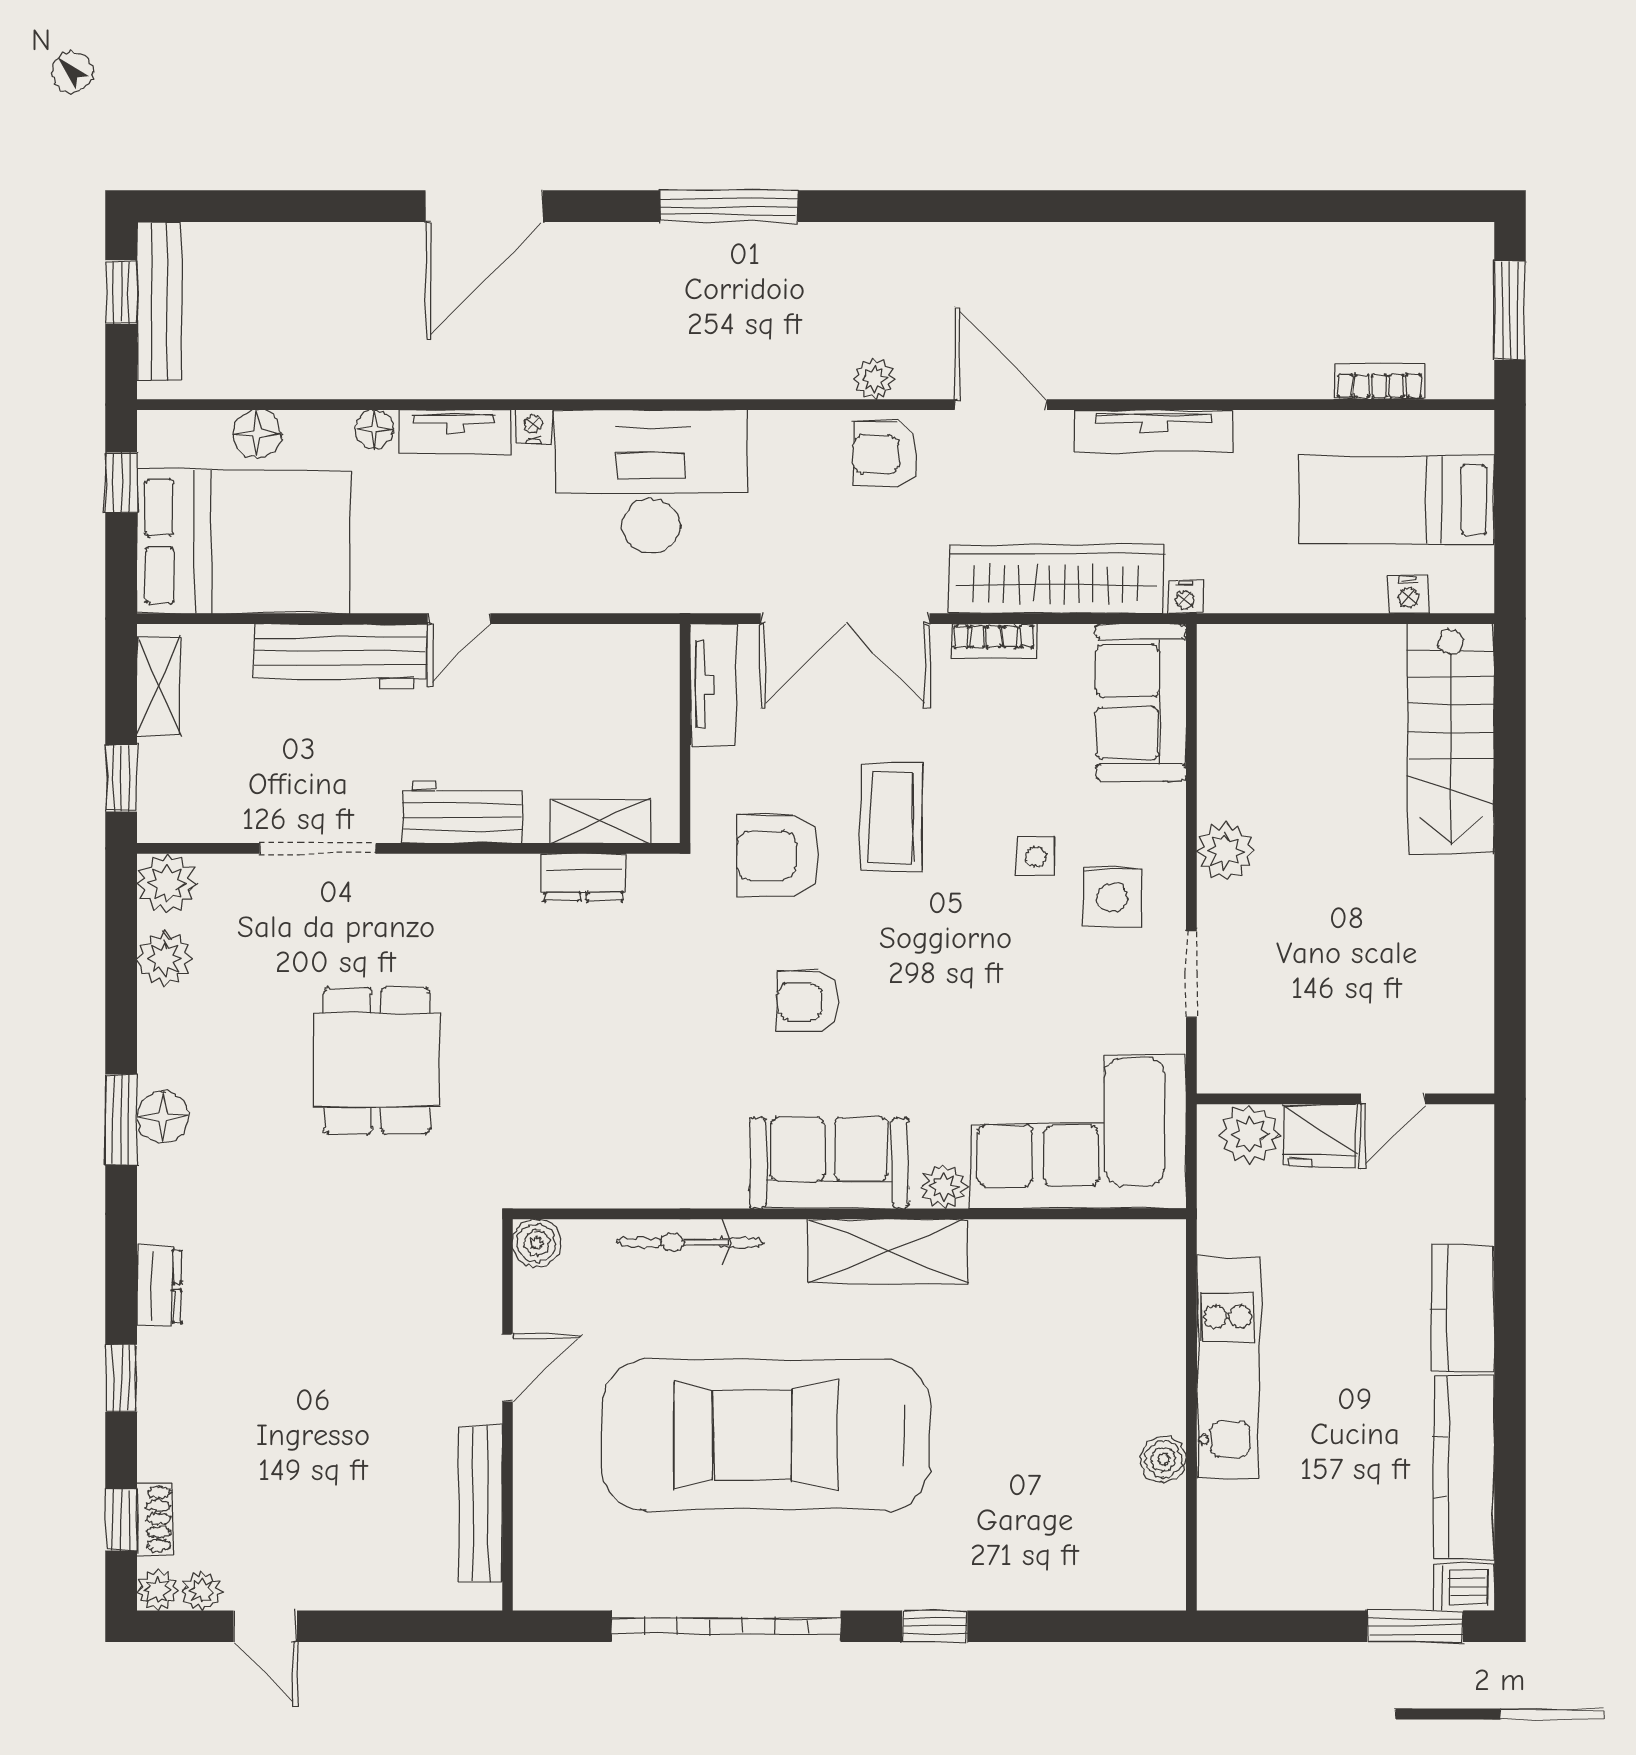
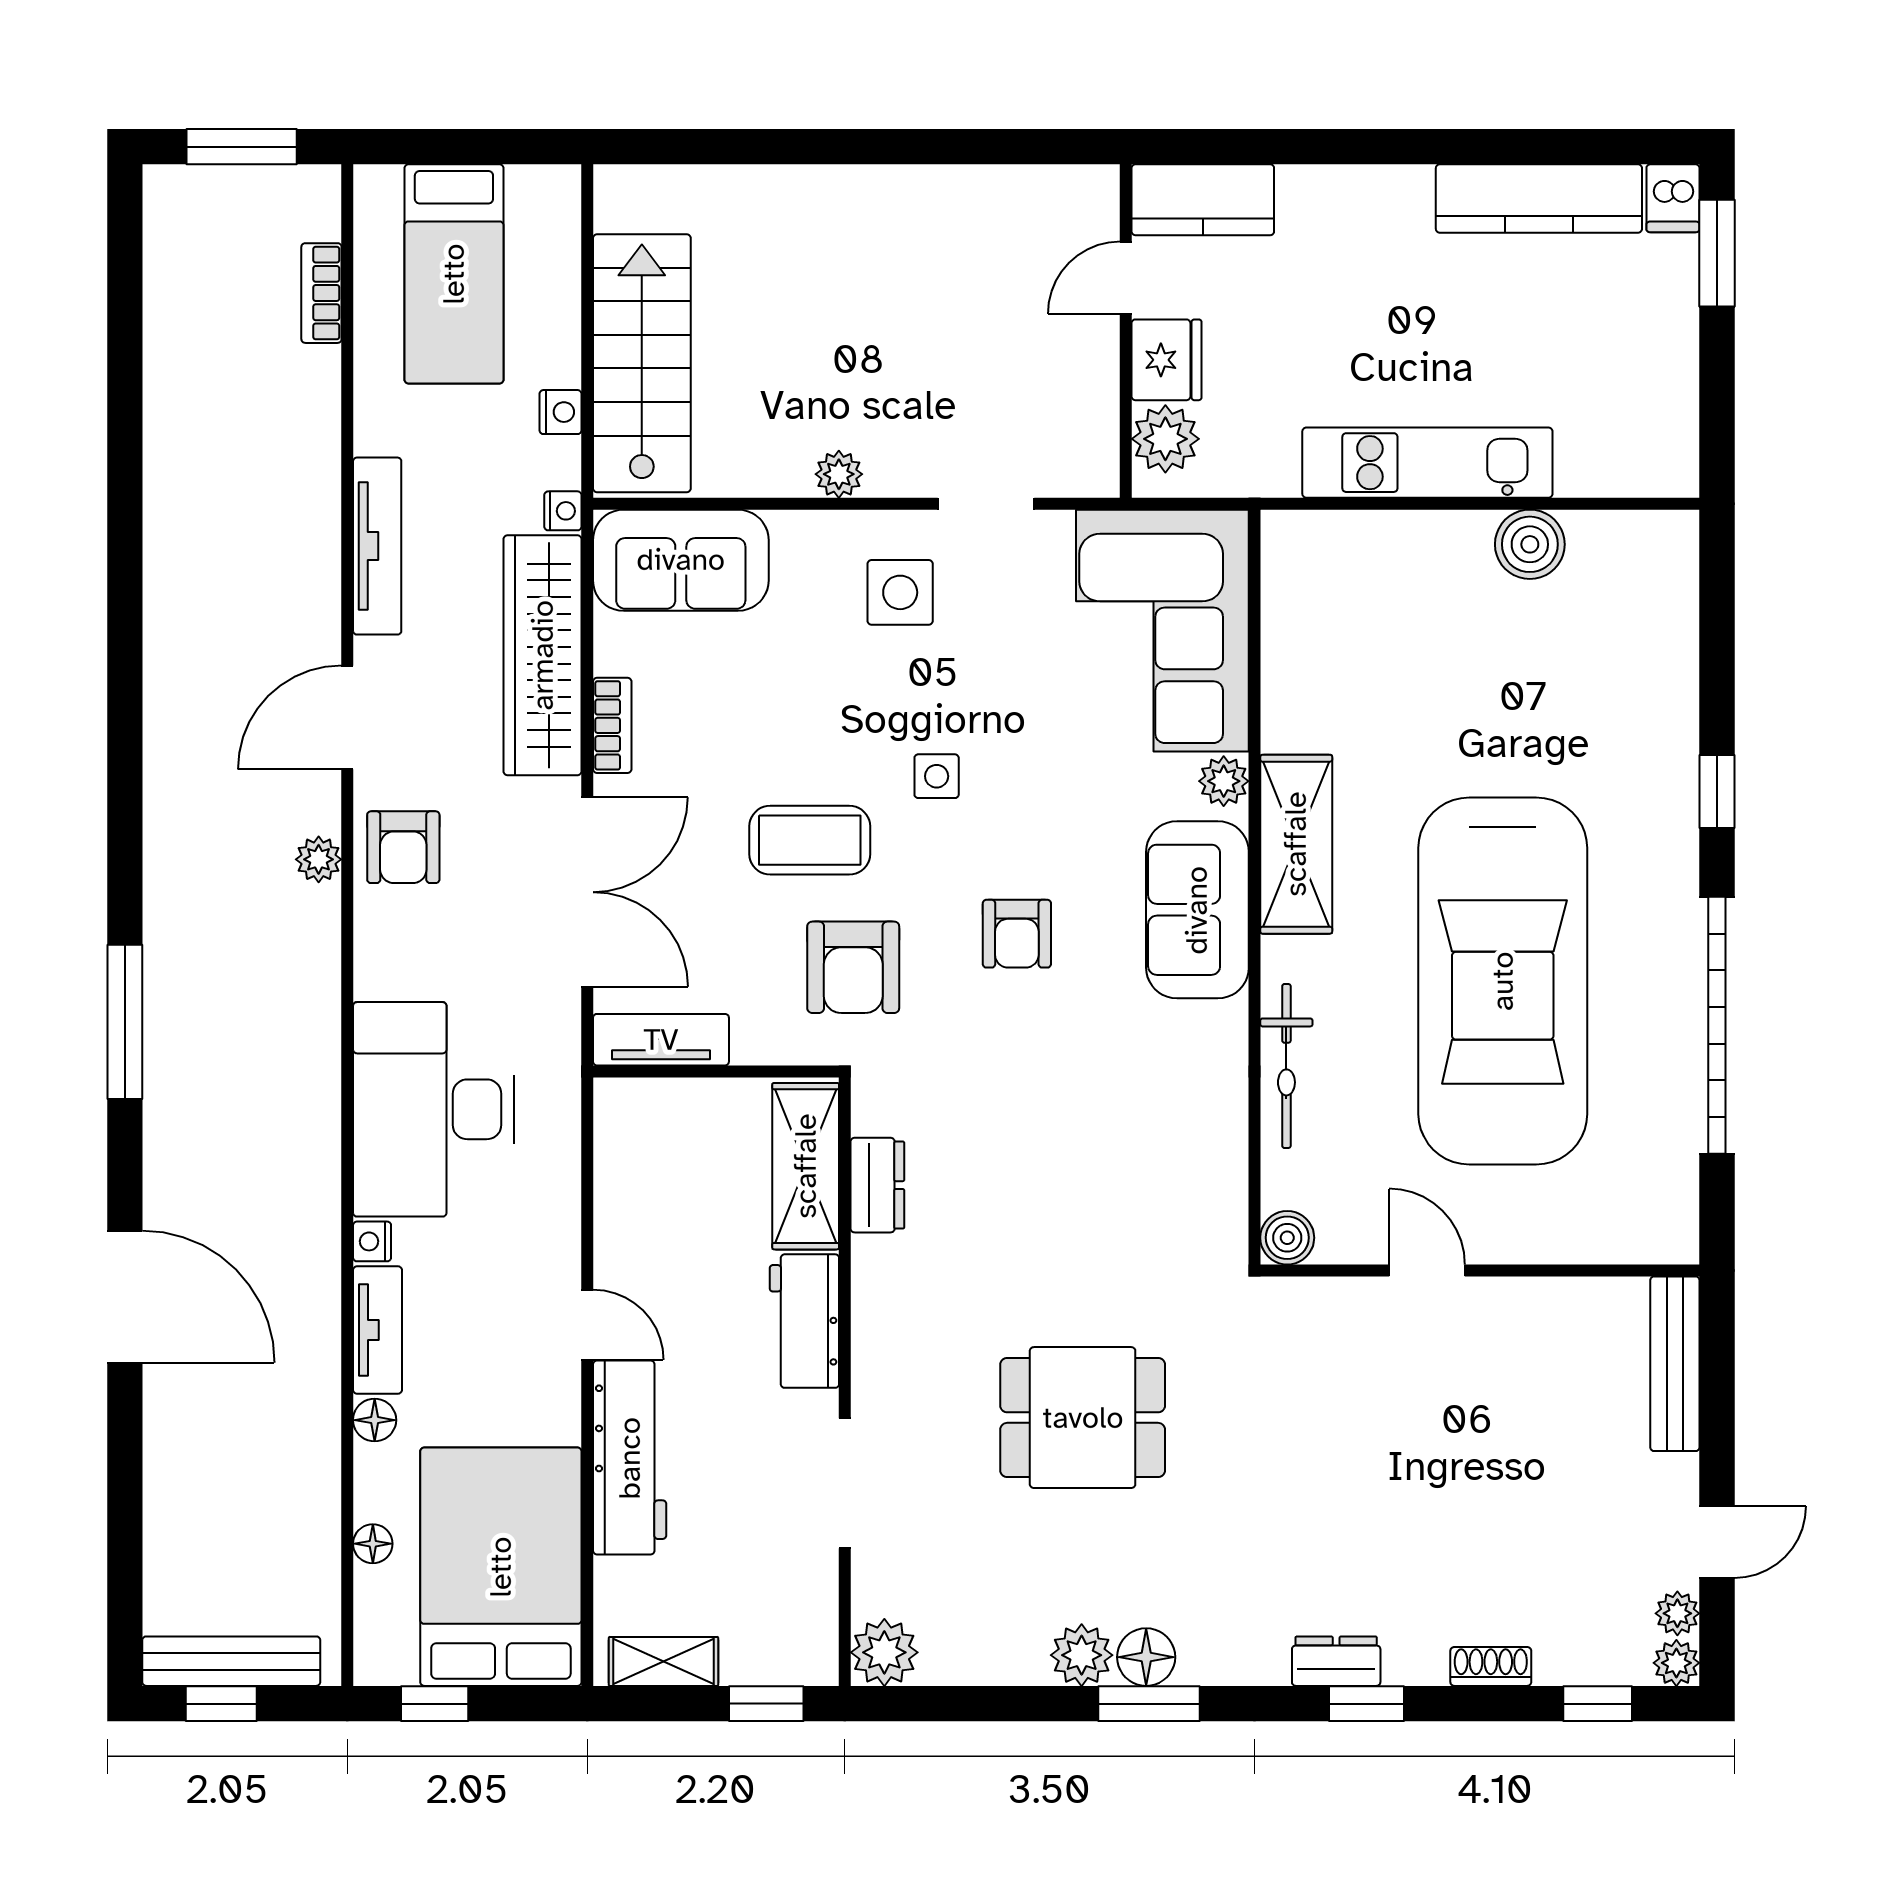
floor lamp: (257, 434) -> (373, 1544), width x0.73, depth x0.73
nightstand: (1408, 595) -> (561, 412), moved
stairs: (1451, 739) -> (642, 363), moved, turned -90
shelving: (601, 821) -> (806, 1166), width x1.50, depth x1.33
plant: (1226, 851) -> (839, 474), width x0.73, depth x0.73
side table: (1036, 857) -> (937, 776), moved
plant: (164, 959) -> (1082, 1655), moved
door: (1393, 1099) -> (1126, 278), swing flipped
kitchen counter: (1463, 1308) -> (1203, 200), moved
window: (121, 1378) -> (1367, 1704), moved
boiler: (1163, 1459) -> (1530, 544), width x1.36, depth x1.36
bench: (480, 1504) -> (1675, 1364), moved, turned 90
shoe rack: (154, 1519) -> (1491, 1666), moved

